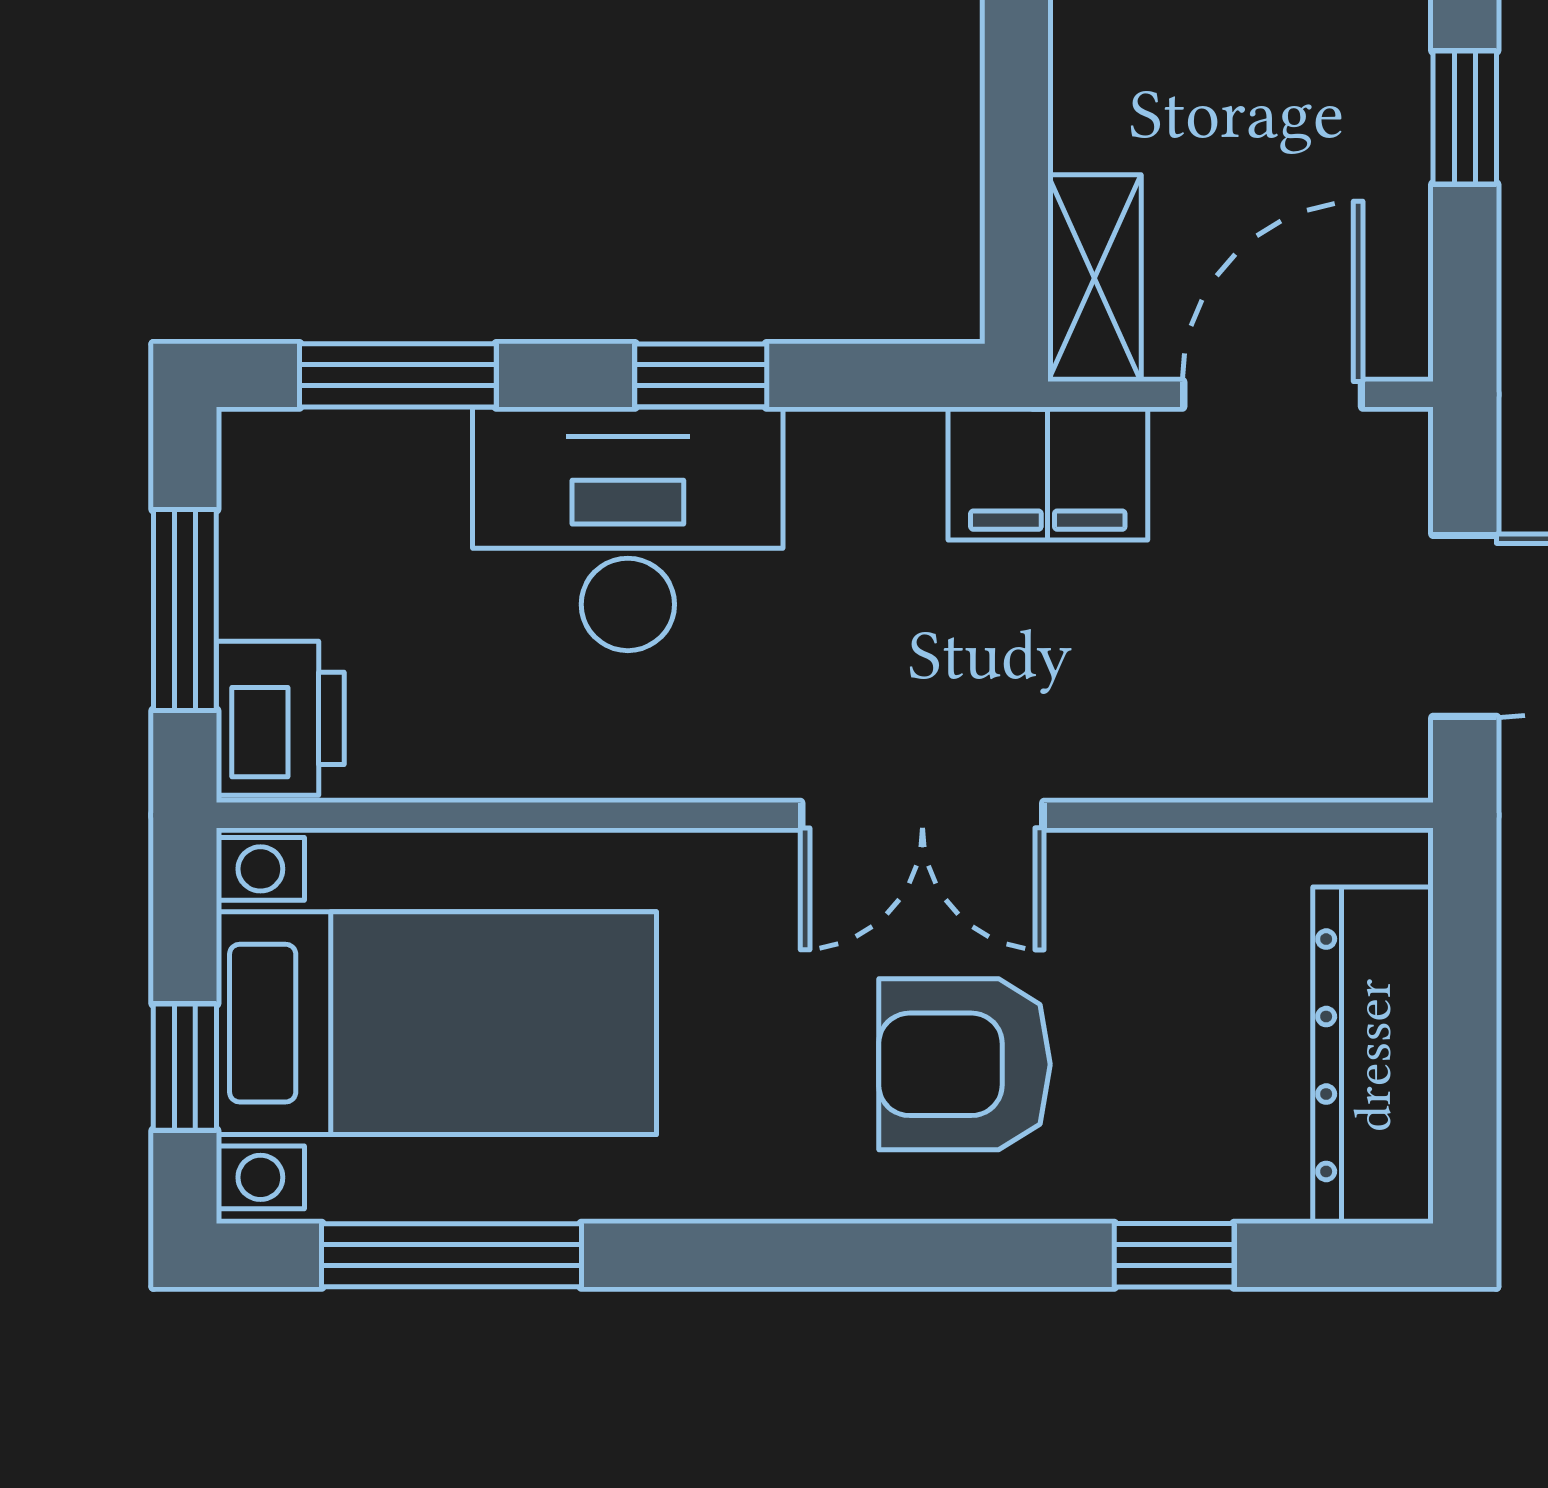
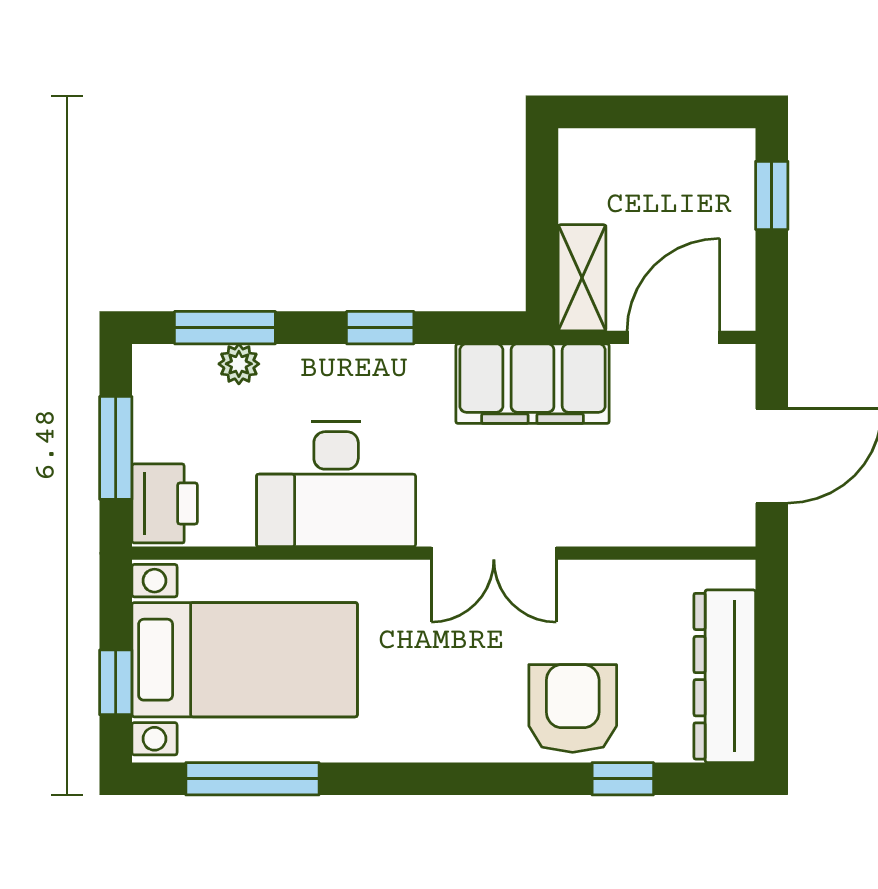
plant: (425, 446) -> (239, 364), added
filing cabinet: (1048, 474) -> (533, 384), width x1.50, depth x1.17
desk: (628, 529) -> (336, 484), moved, turned 180
armchair: (964, 1064) -> (573, 708), moved, turned 90

